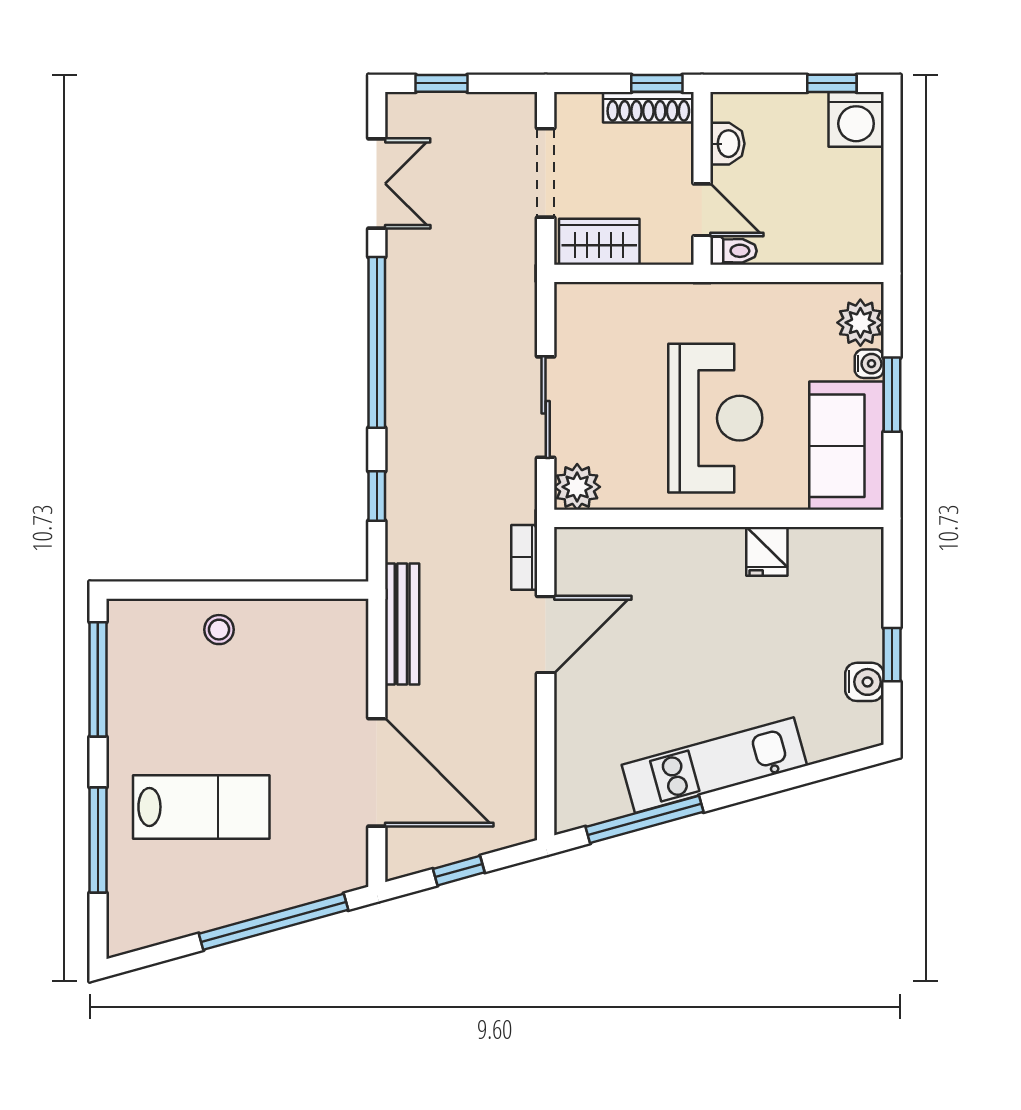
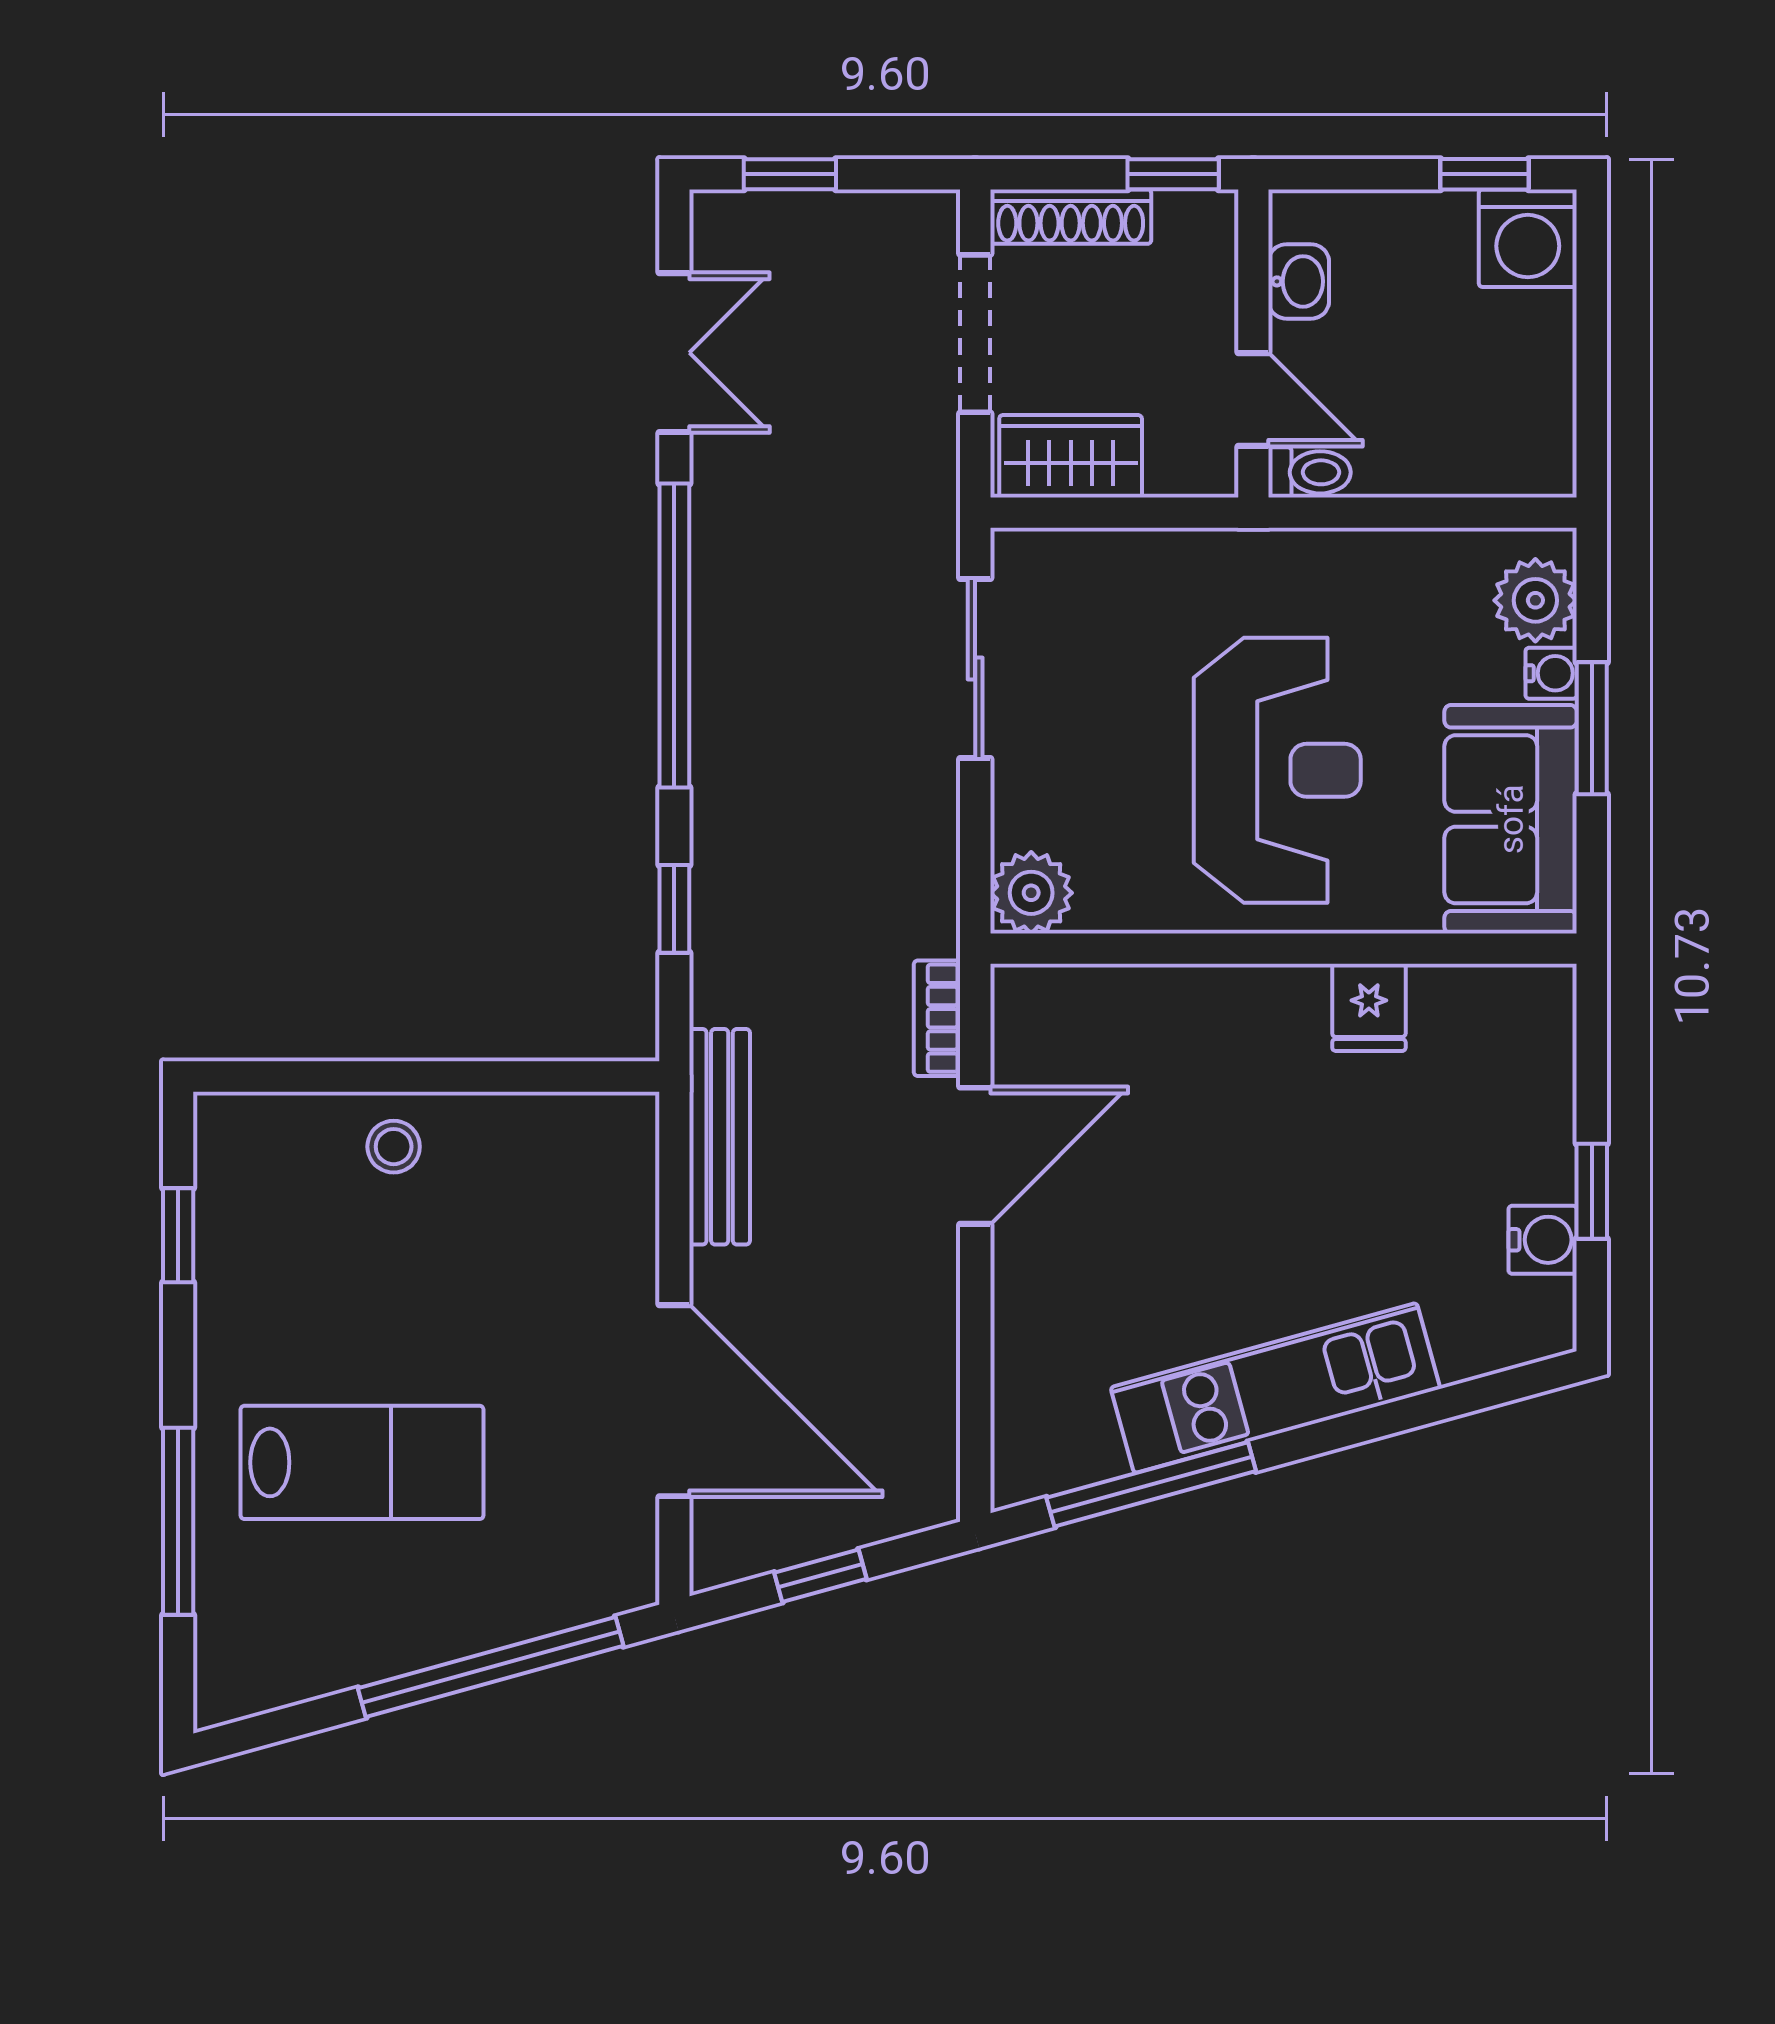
shoe rack: (648, 107) -> (1071, 217), moved
sliding door: (546, 407) -> (975, 668), moved
window: (98, 679) -> (178, 1235), width x0.46

